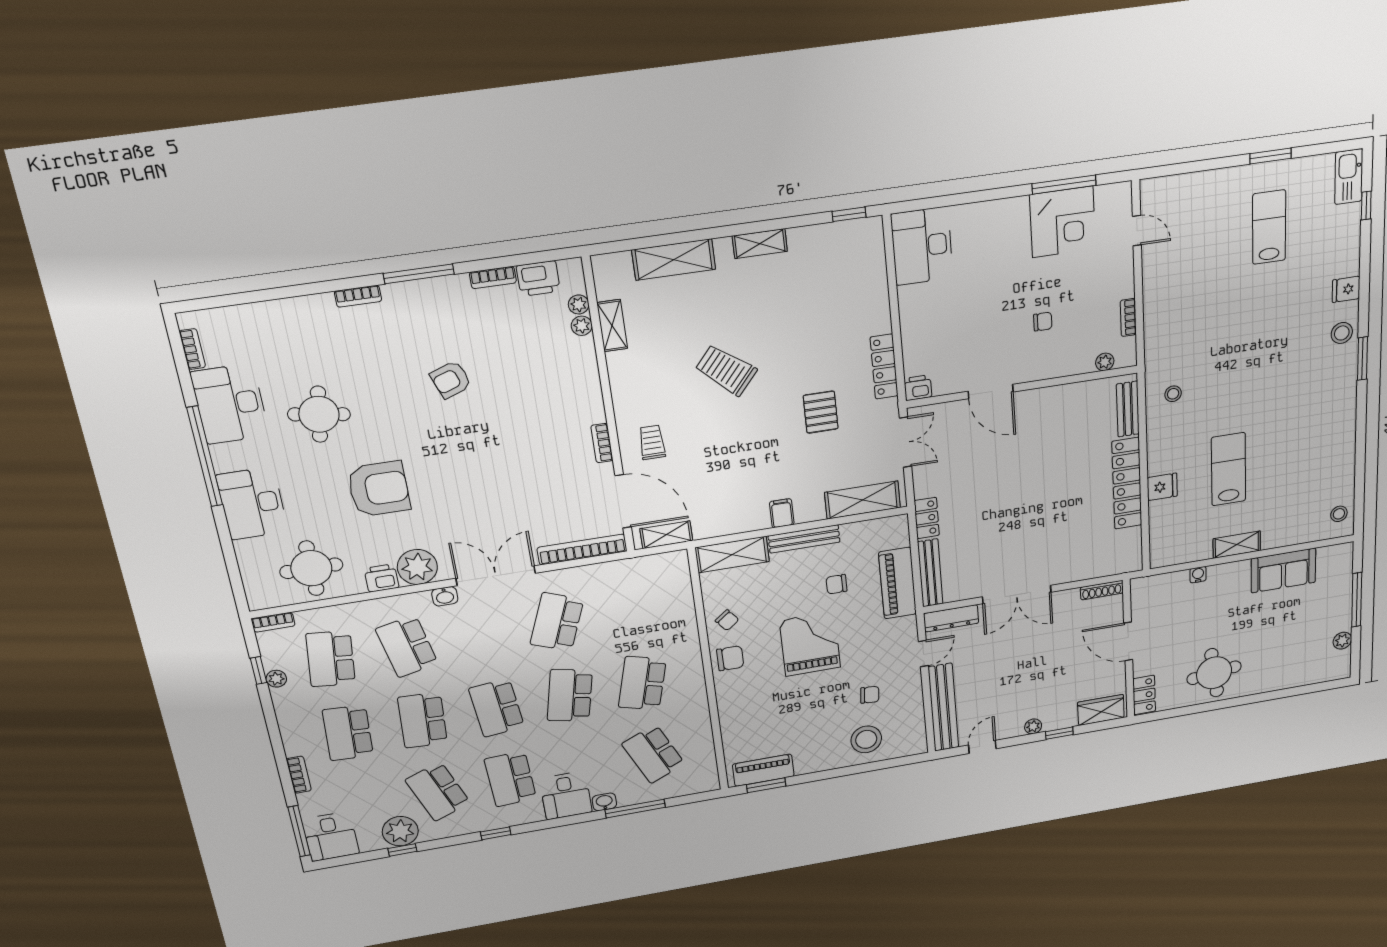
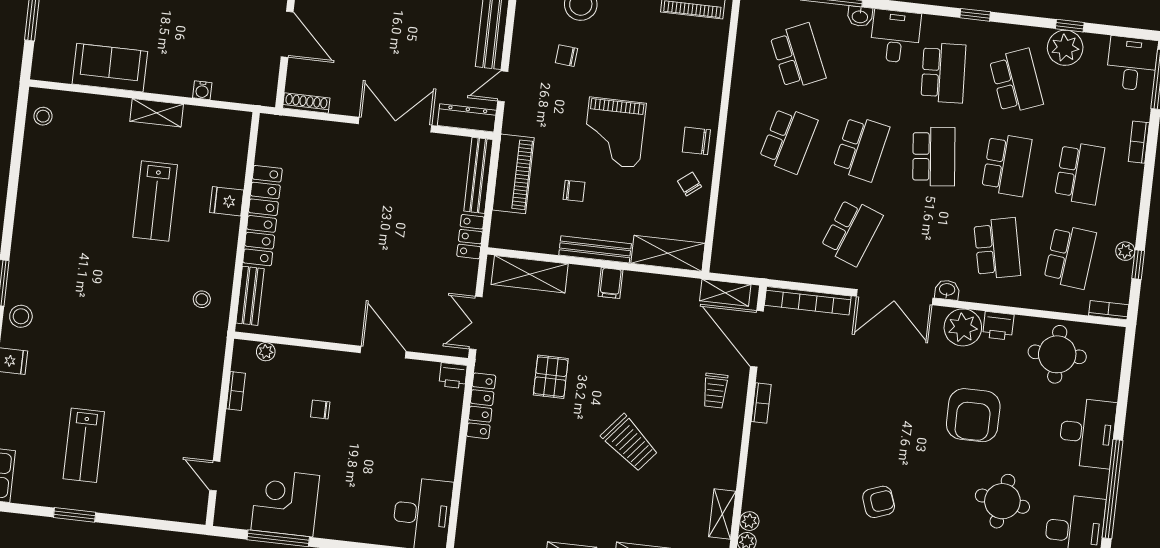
armchair: (379, 489) -> (973, 415), turned -90

